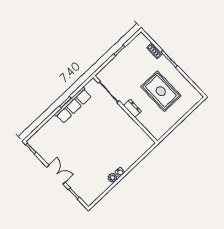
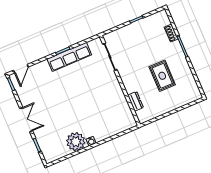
rug: (161, 91) -> (162, 76), width x0.73, depth x0.70
dresser: (132, 108) -> (136, 101), moved
door: (34, 132) -> (21, 69), added
plant: (113, 178) -> (76, 142), width x1.87, depth x1.87

